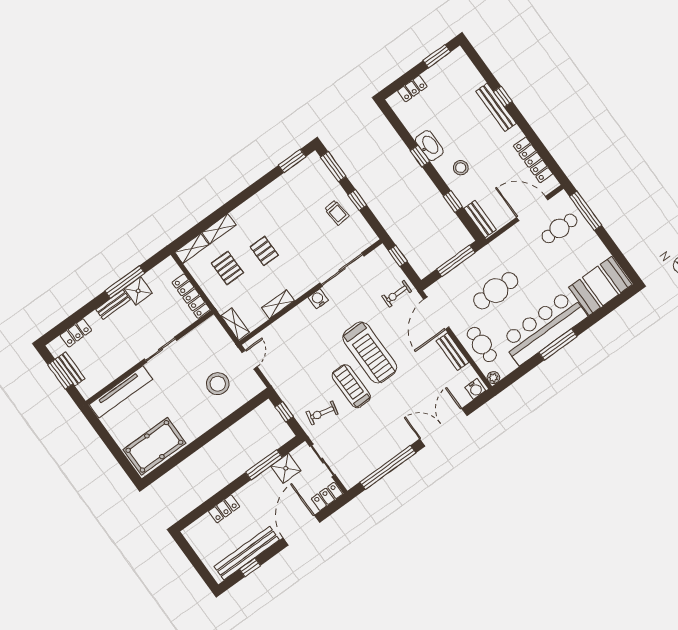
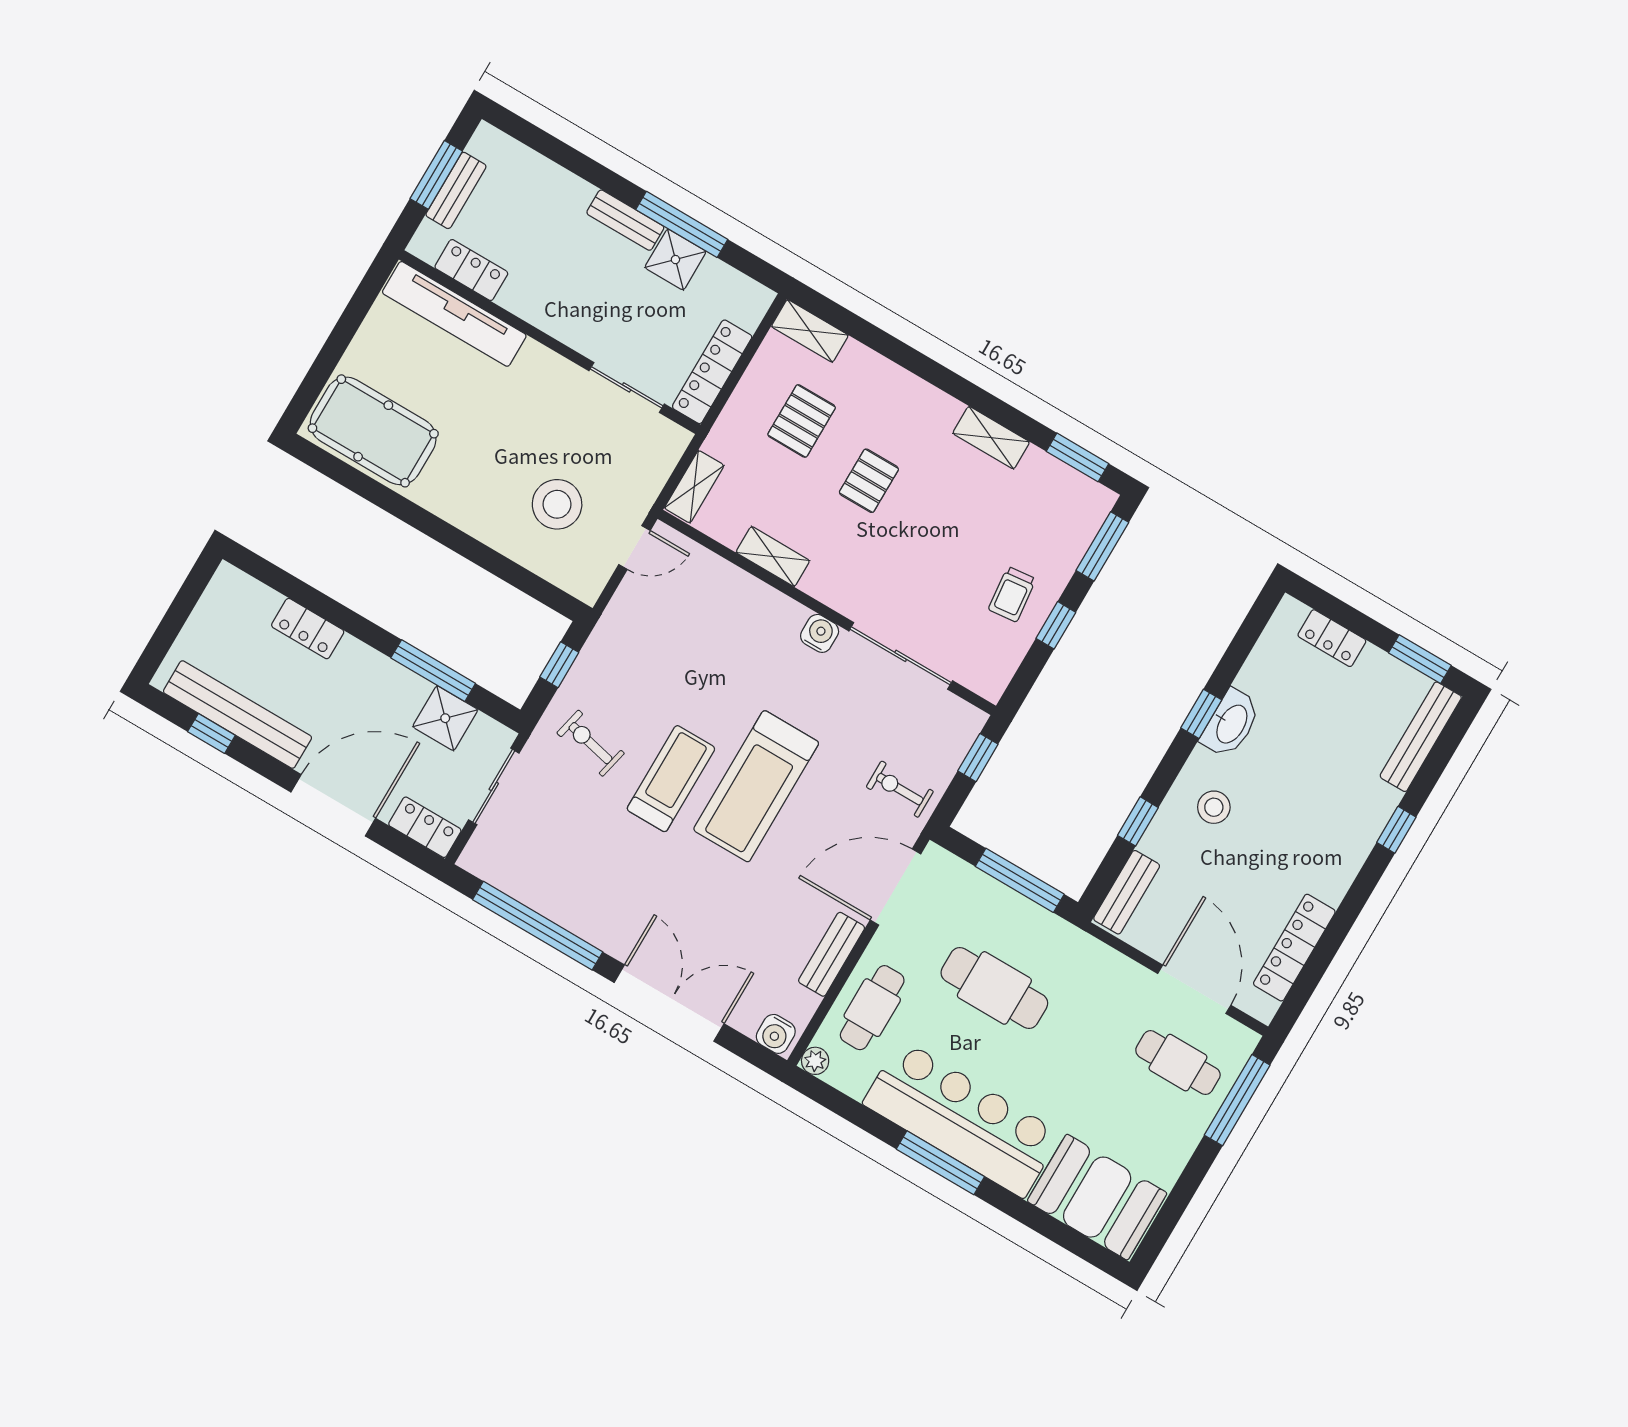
bench: (496, 107) -> (1421, 737), moved
shelving: (219, 229) -> (991, 438), moved
locker: (76, 333) -> (471, 270), moved, turned 180
sliding door: (161, 350) -> (627, 387), moved

